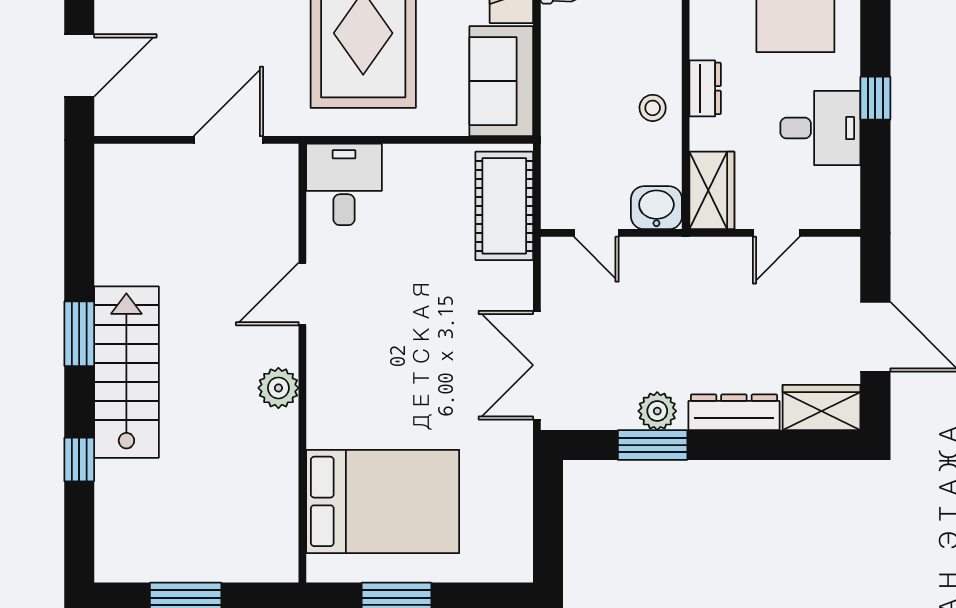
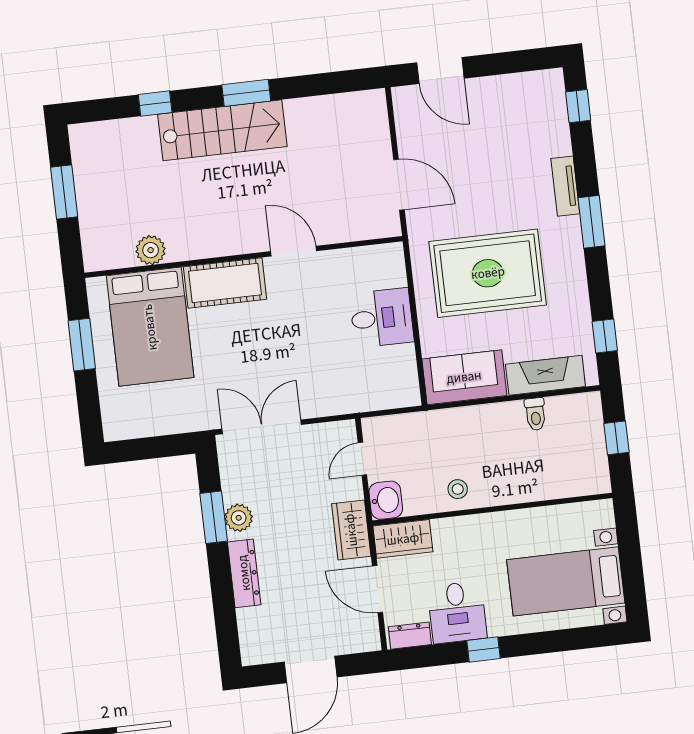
dresser: (705, 88) -> (410, 636), moved, turned 180
desk: (344, 184) -> (382, 318), moved
cot: (504, 206) -> (225, 283), moved
door: (776, 233) -> (378, 589), width x1.37
plant: (278, 388) -> (151, 250), moved
wardrobe: (822, 408) -> (351, 530), moved, turned 180

